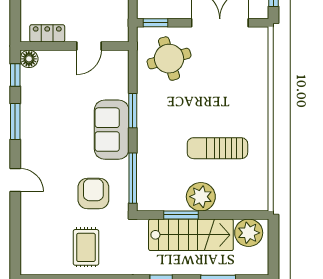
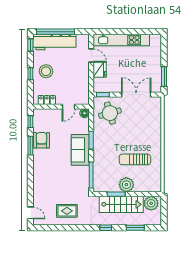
floor lamp: (29, 59) -> (84, 113), moved
door: (15, 180) -> (30, 213), moved
armchair: (93, 194) -> (41, 140), moved
rug: (86, 247) -> (67, 211), turned 90

